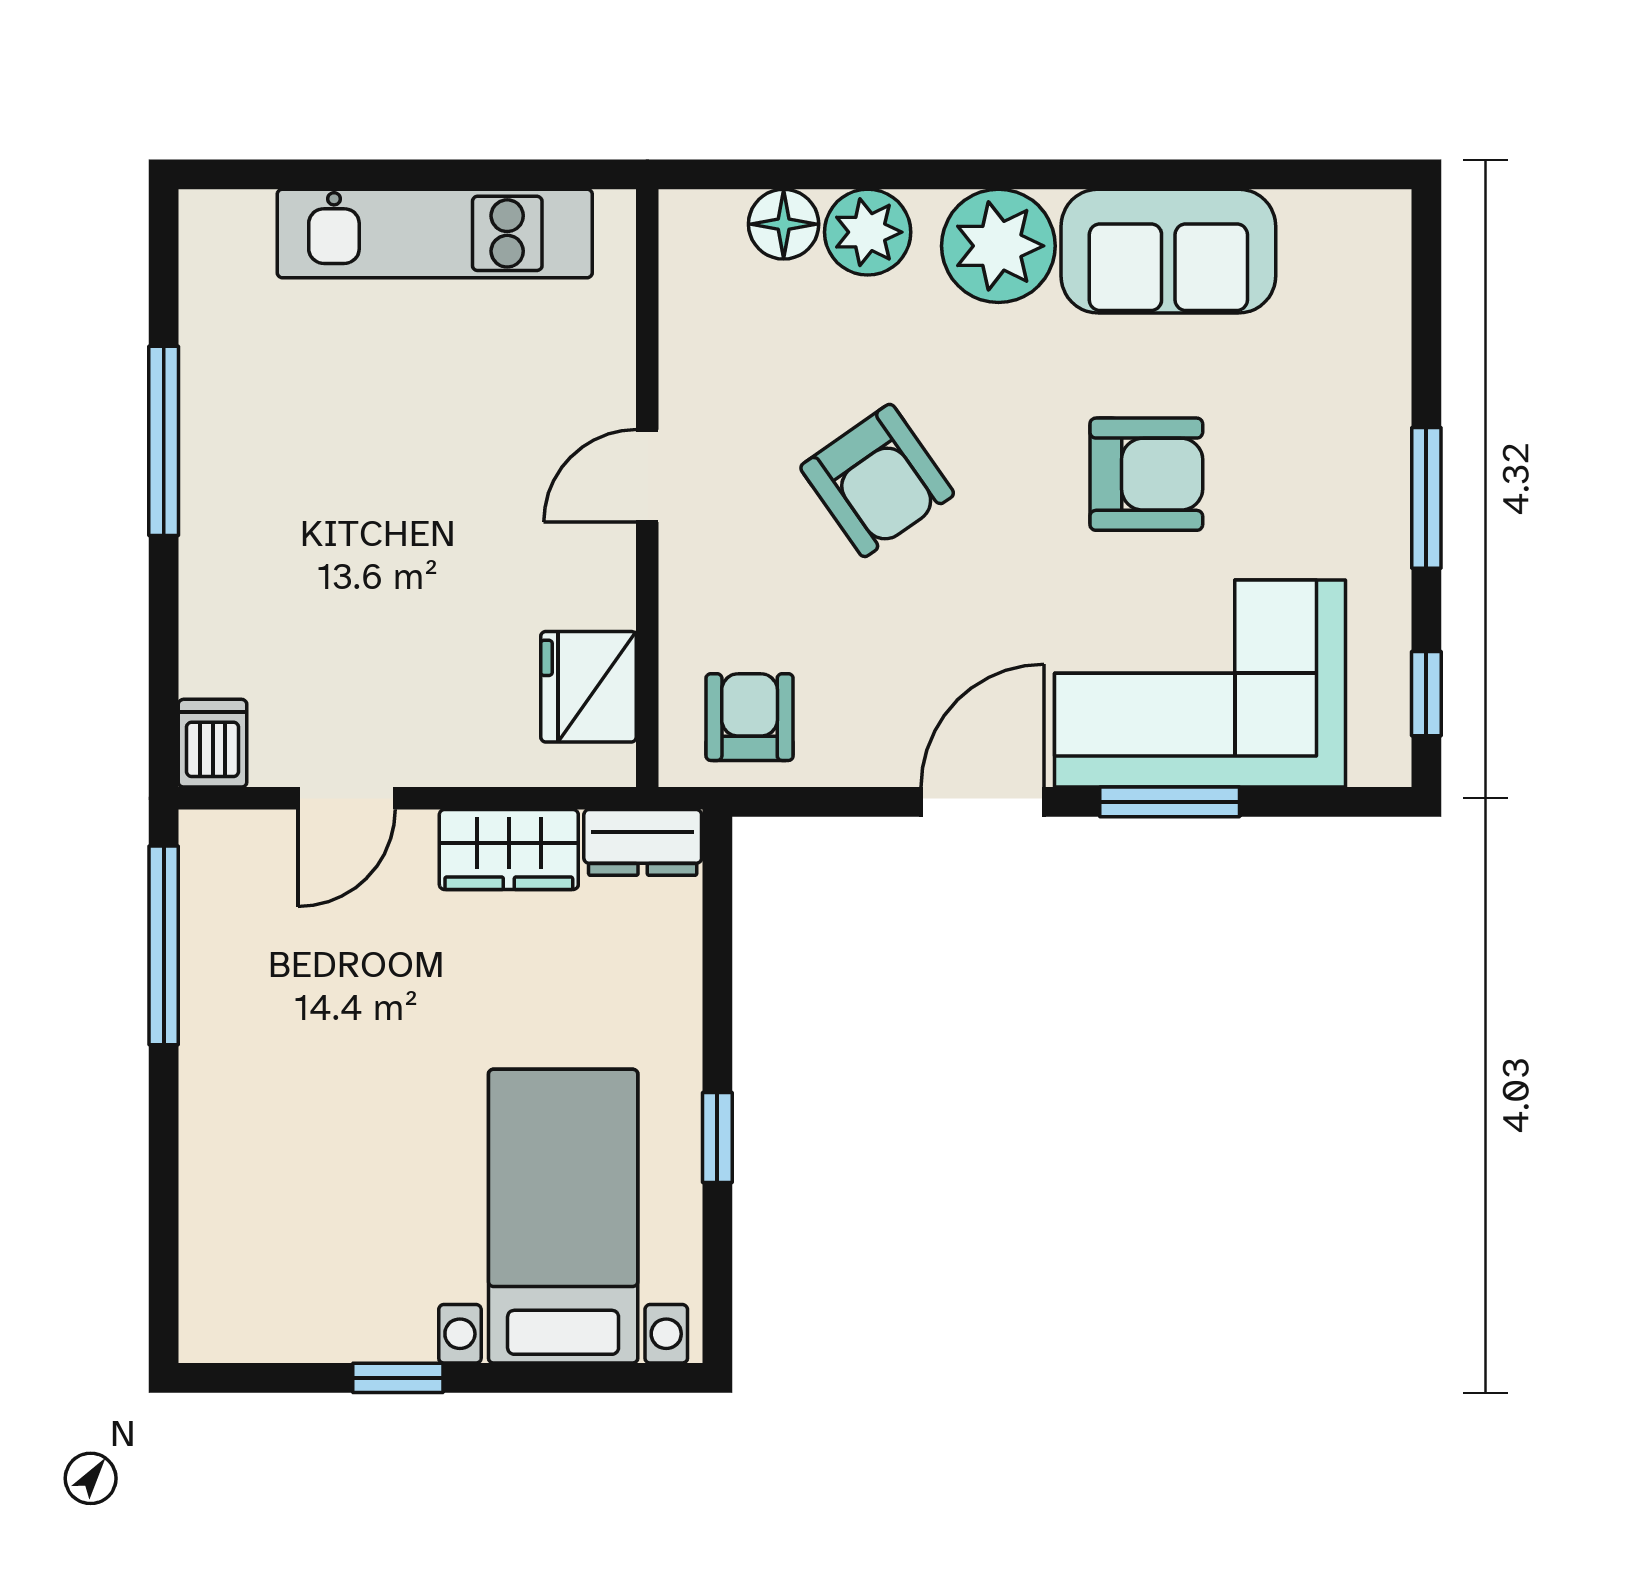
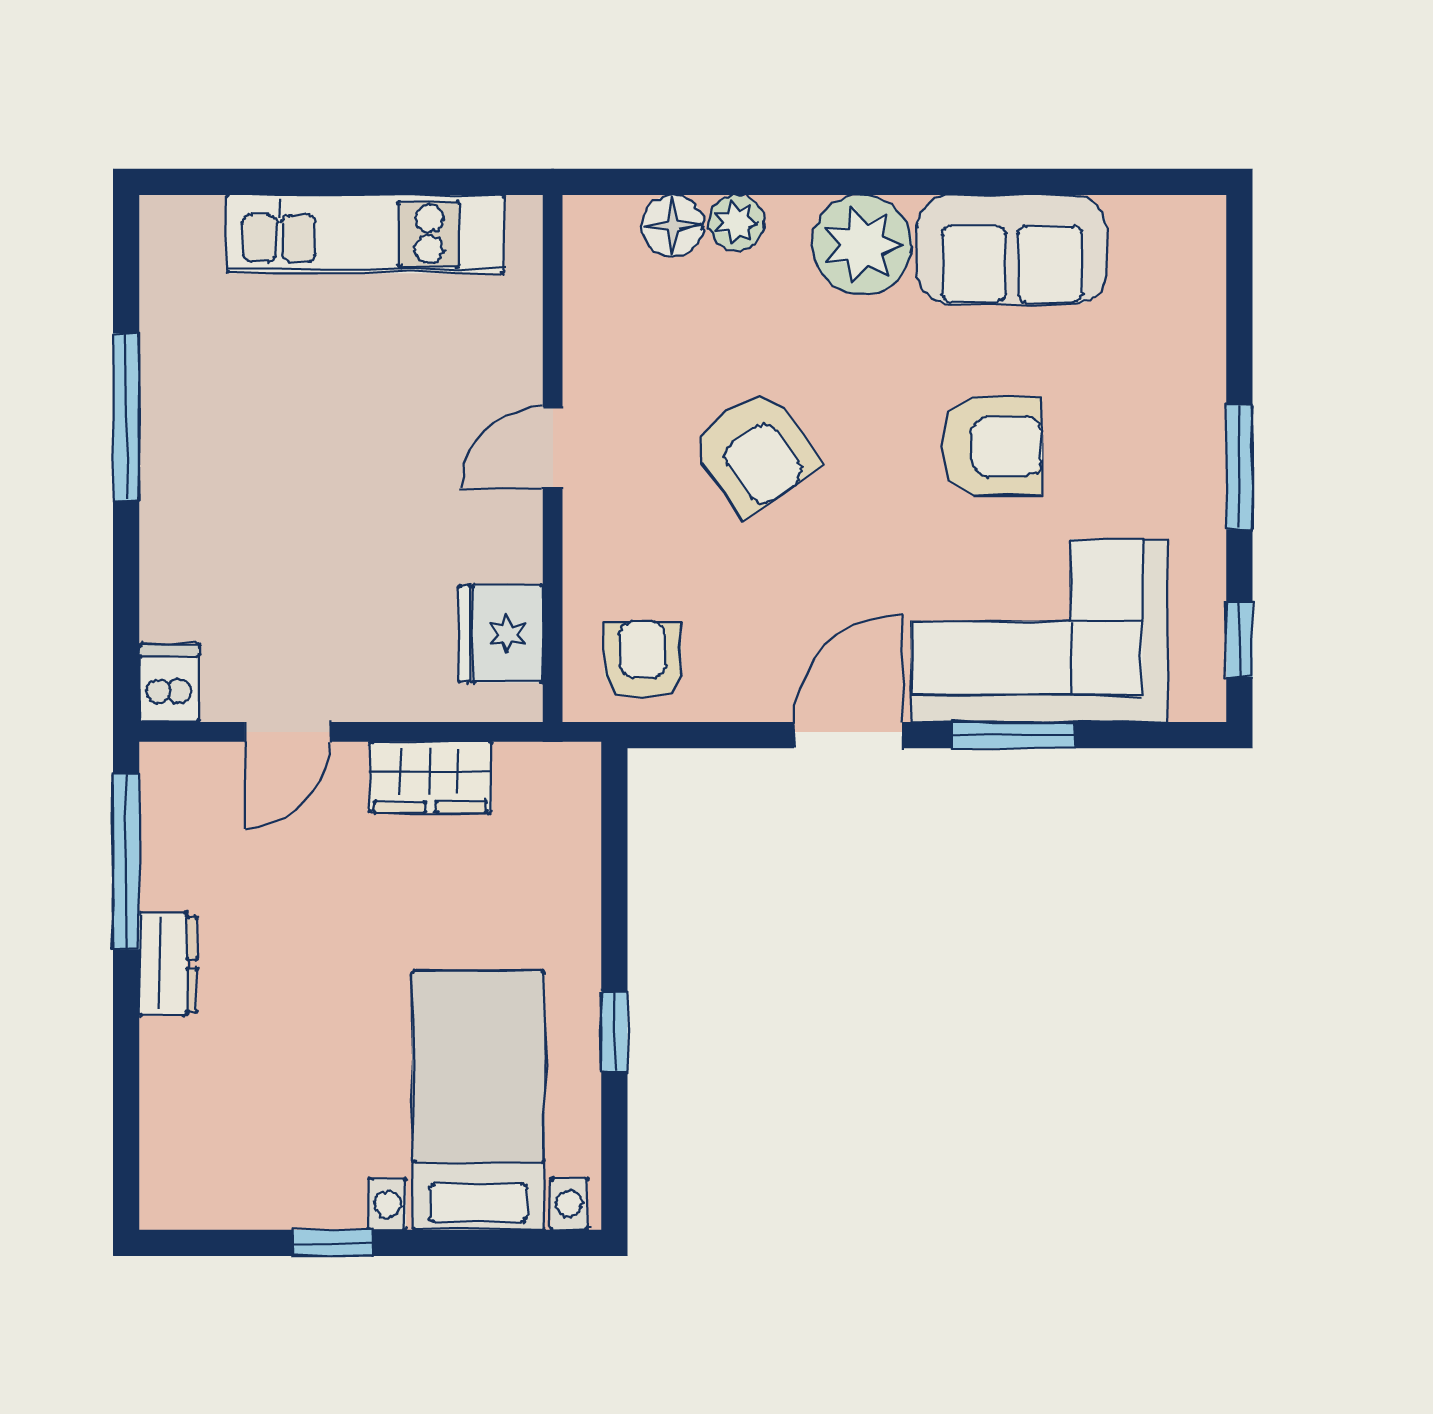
plant: (868, 232) -> (736, 223), width x0.73, depth x0.73
dresser: (643, 842) -> (168, 964), moved, turned -90

